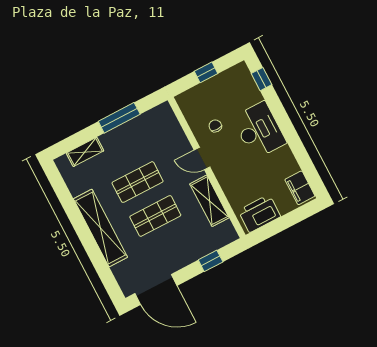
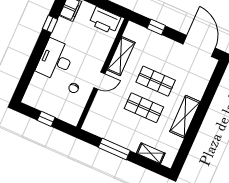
window: (261, 79) -> (50, 24), moved
door: (202, 158) -> (99, 81), hinge flipped
shelving: (100, 228) -> (185, 117), width x0.68

